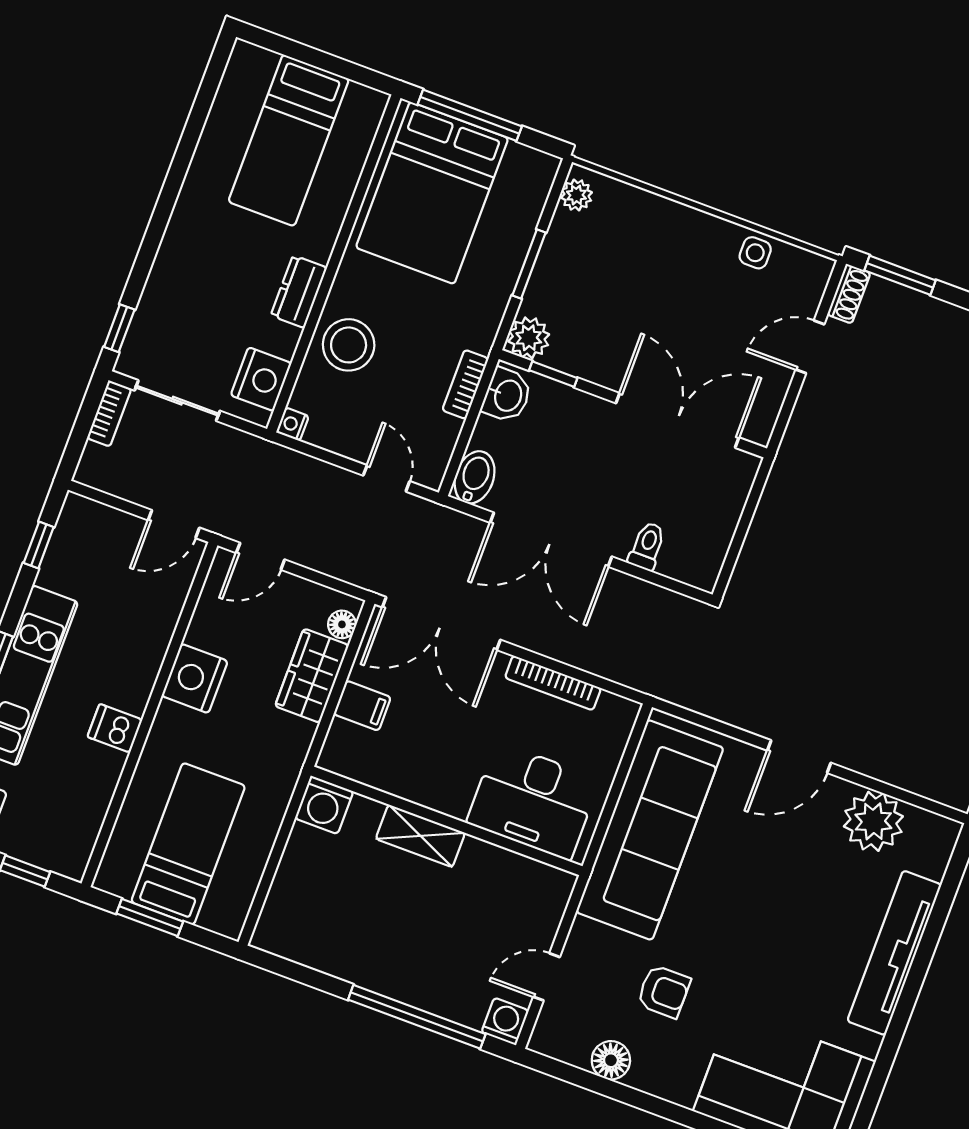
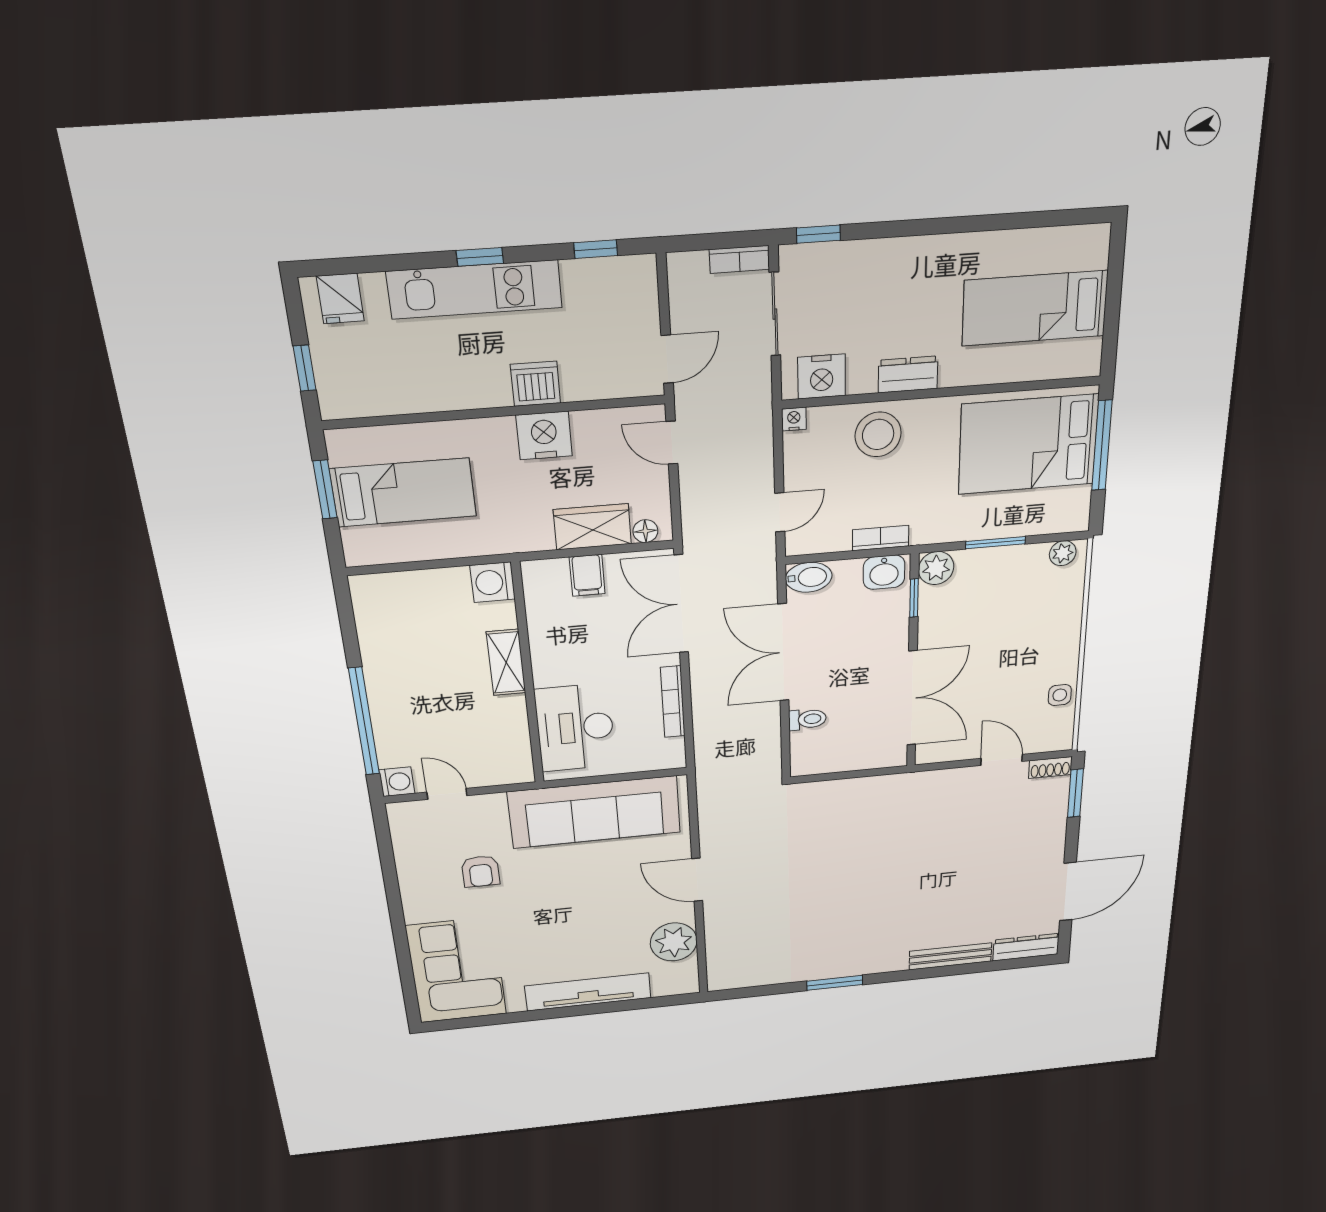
door: (174, 524) -> (667, 359), swing flipped
dishwasher: (115, 728) -> (535, 384), moved, width x1.38
floor lamp: (611, 1060) -> (410, 861), removed

